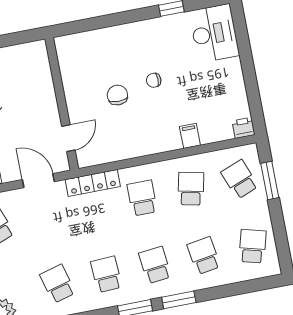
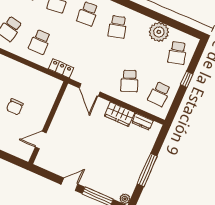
door: (68, 138) -> (41, 140), moved
locker: (93, 183) -> (61, 68), width x0.66

